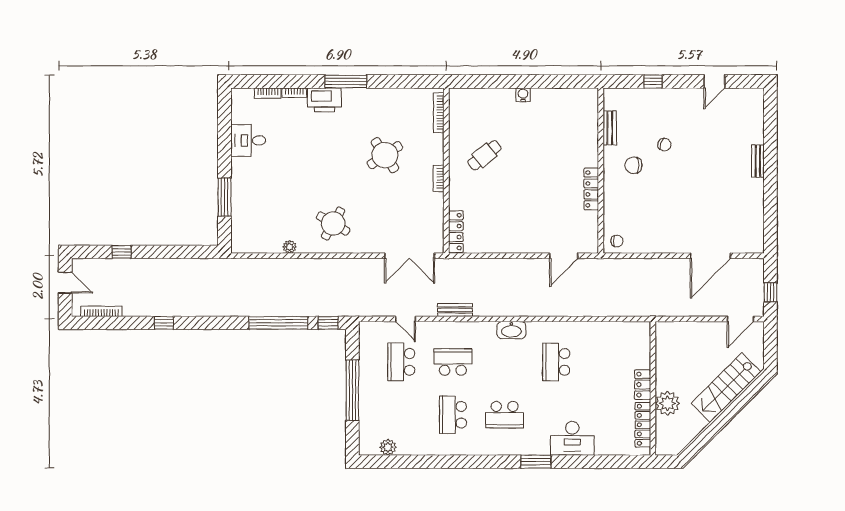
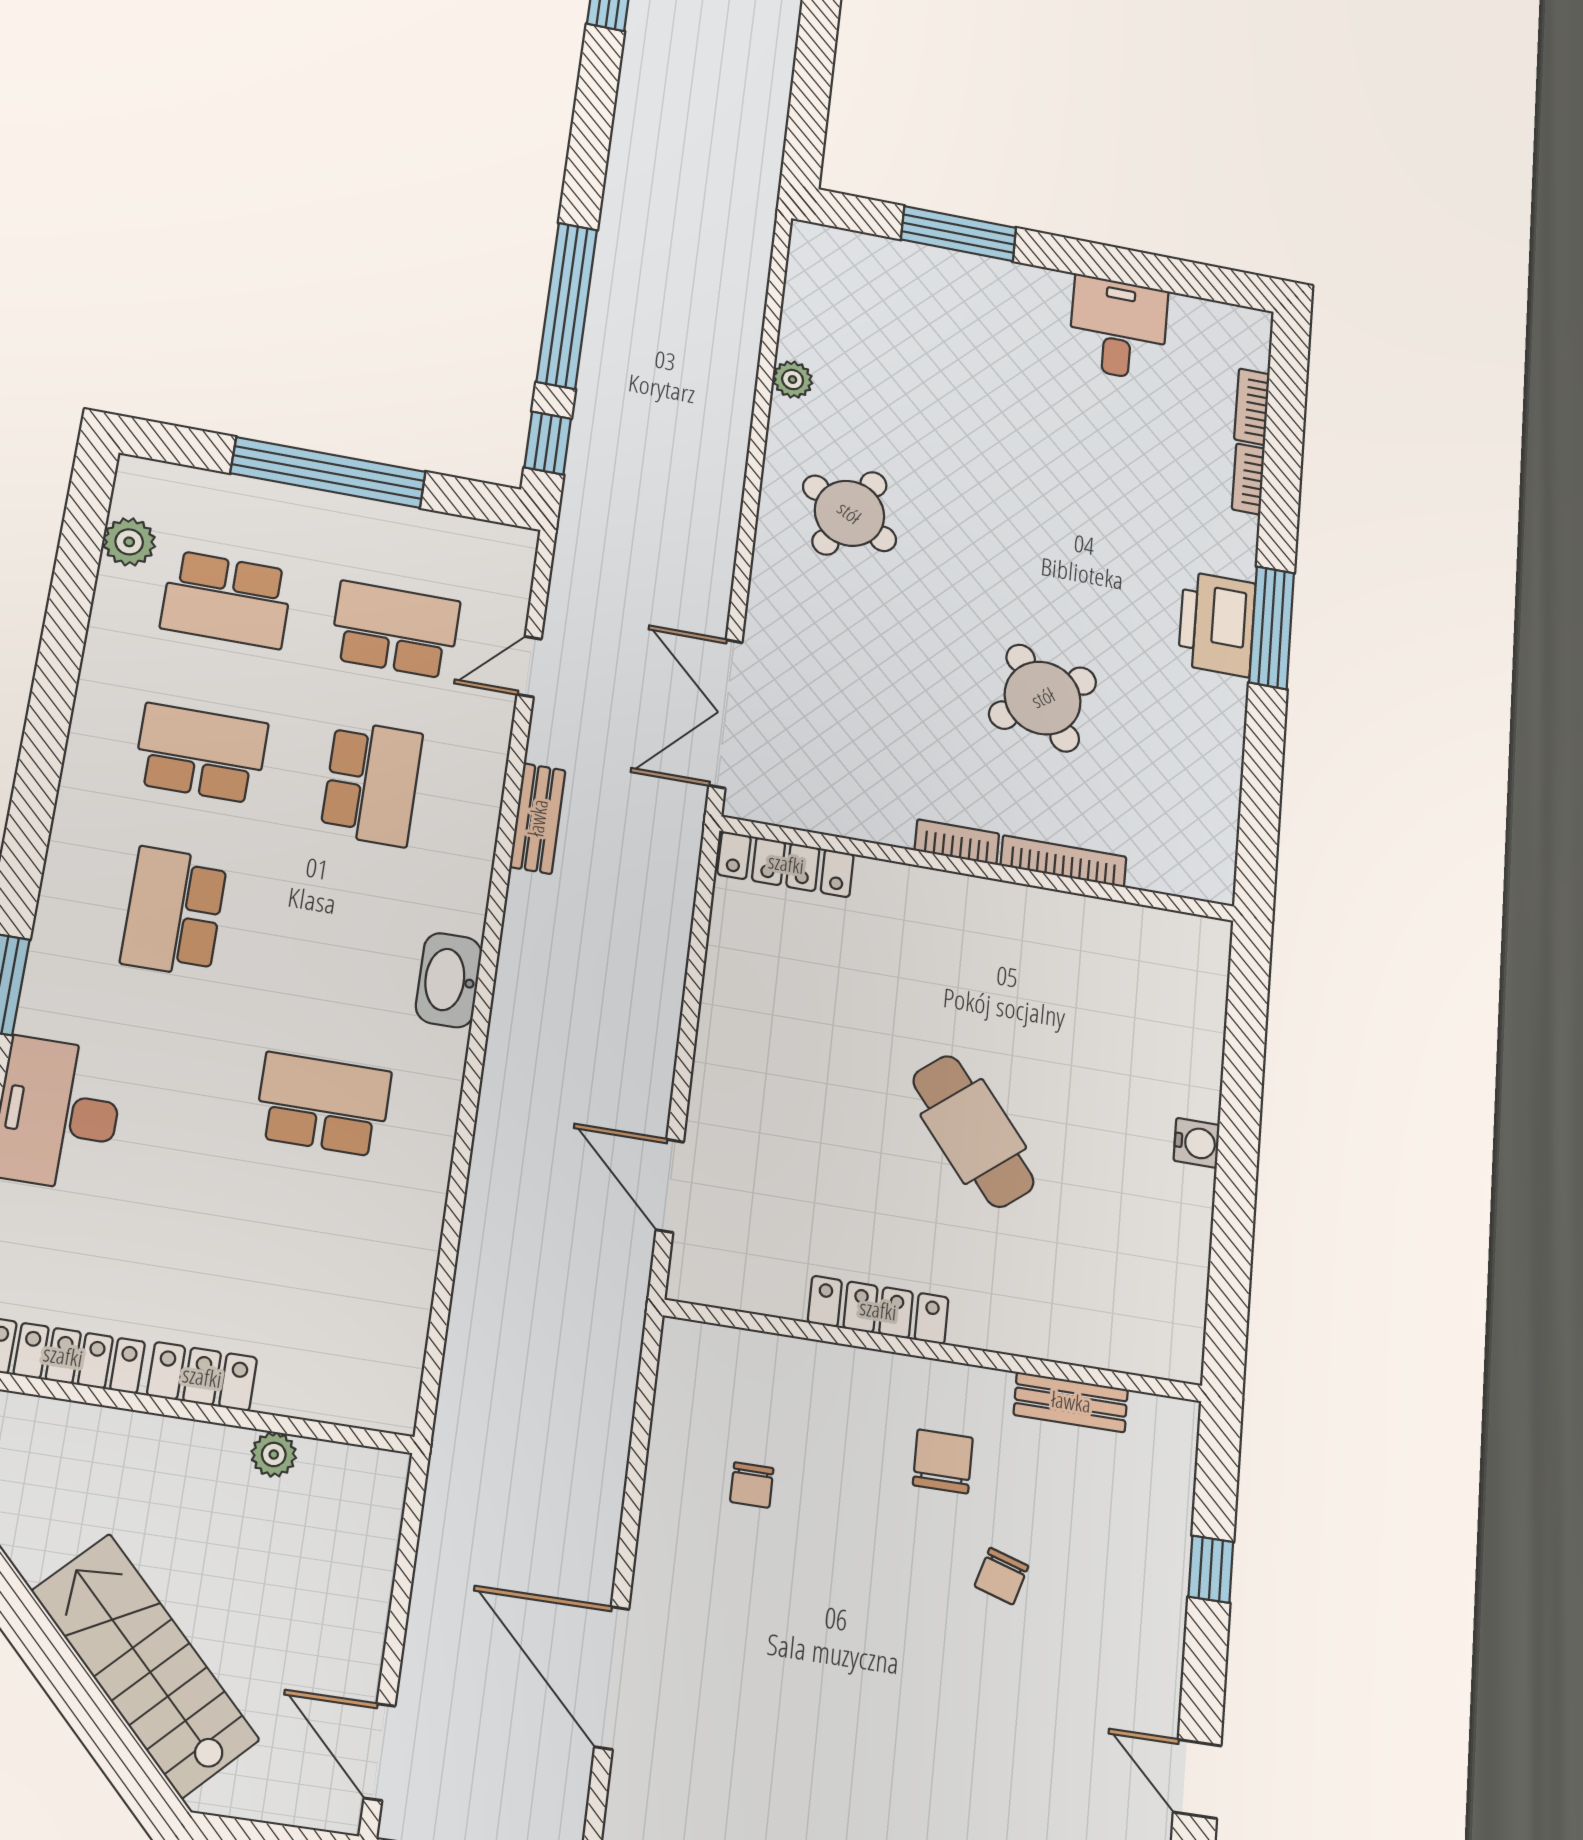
printer: (324, 100) -> (1217, 624), moved
bookcase: (439, 113) -> (1064, 861), moved
cafe table: (484, 155) -> (973, 1131), moved, width x1.37, depth x1.35
chair: (617, 241) -> (752, 1485), moved
plant: (667, 403) -> (274, 1454), moved, width x0.53, depth x0.53
school desk: (401, 415) -> (227, 600), added

